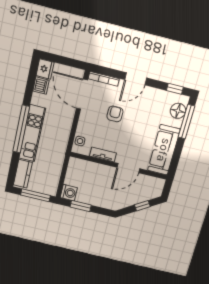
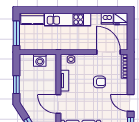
door: (136, 79) -> (131, 103), moved
door: (82, 94) -> (108, 52), hinge flipped
window: (21, 129) -> (69, 10), removed
washing machine: (69, 193) -> (40, 60), moved
window: (81, 206) -> (16, 85), moved

